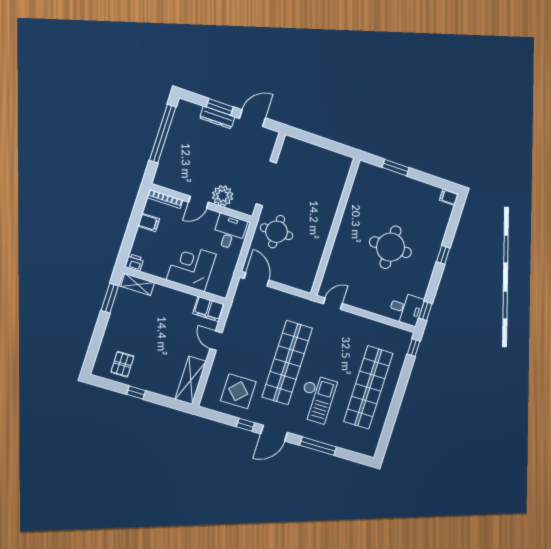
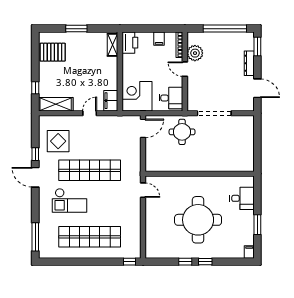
window: (220, 107) -> (257, 47), moved
window: (396, 168) -> (257, 225), moved
plant: (223, 196) -> (195, 53), moved
round table: (391, 247) -> (198, 220), width x1.36, depth x1.36
printer: (134, 263) -> (130, 43), width x1.87, depth x1.48
corner desk: (191, 267) -> (137, 96), moved, turned -90
window: (110, 298) -> (76, 29), moved
desk: (406, 309) -> (242, 198), moved, turned -90
window: (425, 311) -> (185, 262), moved
pallet: (122, 364) -> (53, 52), width x1.50, depth x1.42
window: (136, 393) -> (35, 88), moved
window: (318, 446) -> (35, 237), moved

